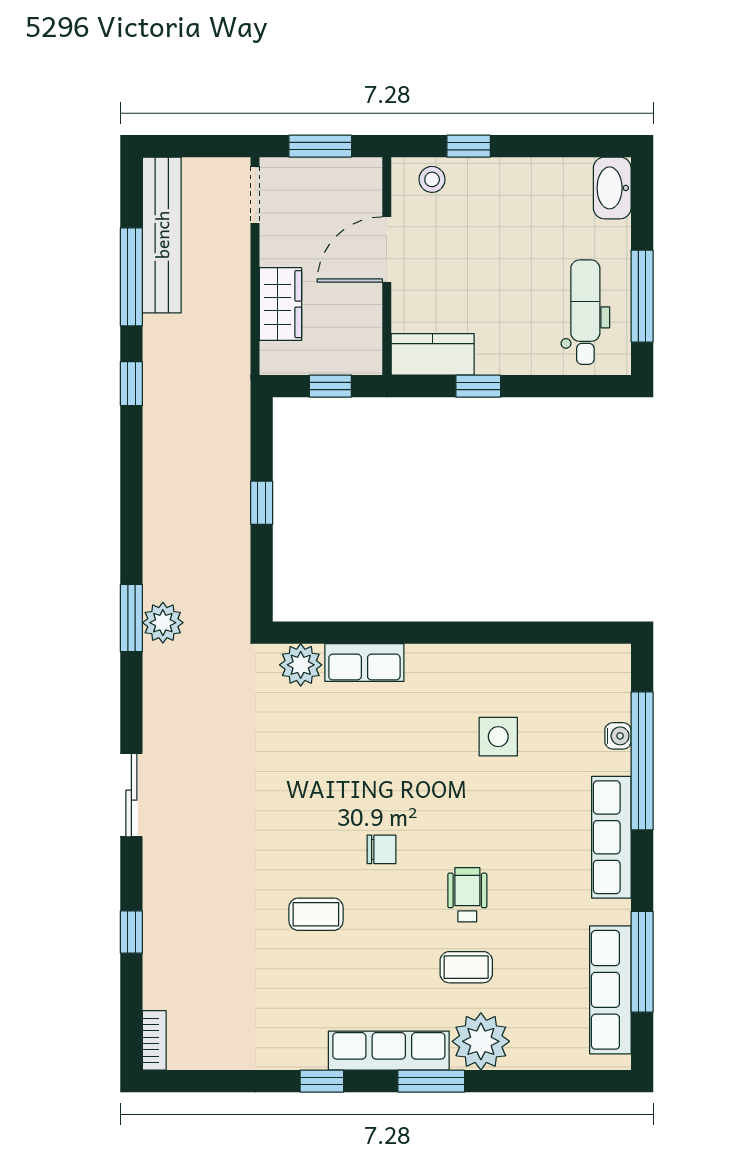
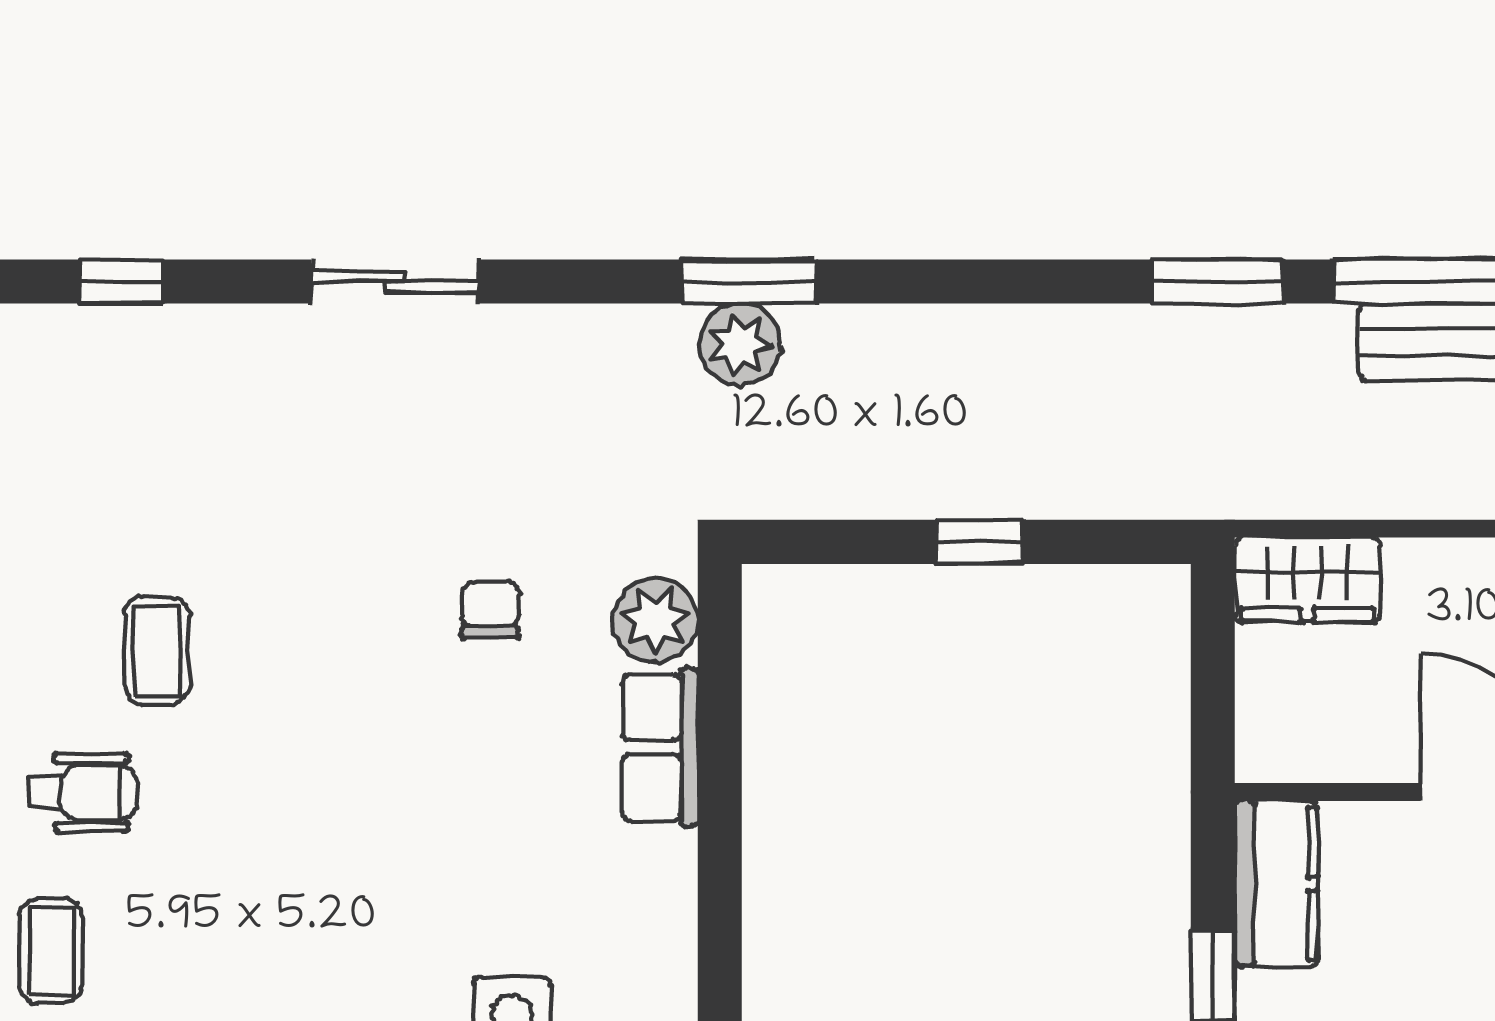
wardrobe: (281, 304) -> (1307, 580), moved
window: (131, 384) -> (1218, 281), width x1.50
window: (330, 386) -> (1213, 679), removed
chair: (381, 849) -> (491, 610), moved, turned 180
wheelchair: (467, 895) -> (83, 793), moved

